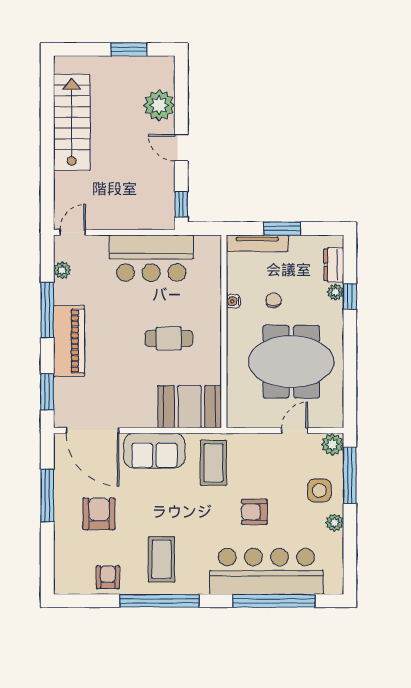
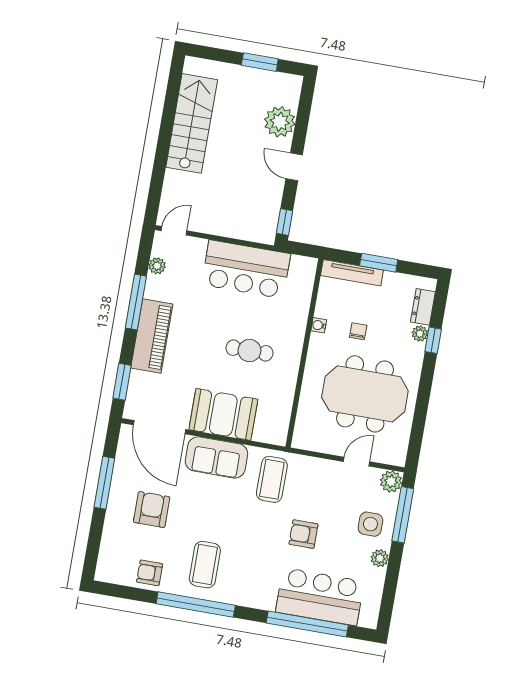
booth: (190, 407) -> (223, 414), moved
bar counter: (266, 571) -> (320, 597), width x0.73
armchair: (108, 577) -> (150, 573), turned -90

